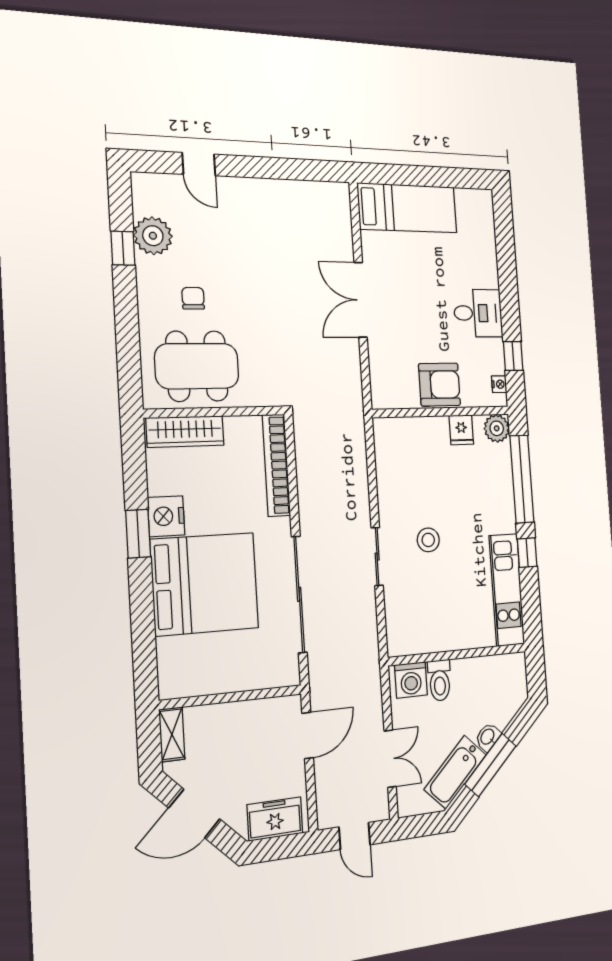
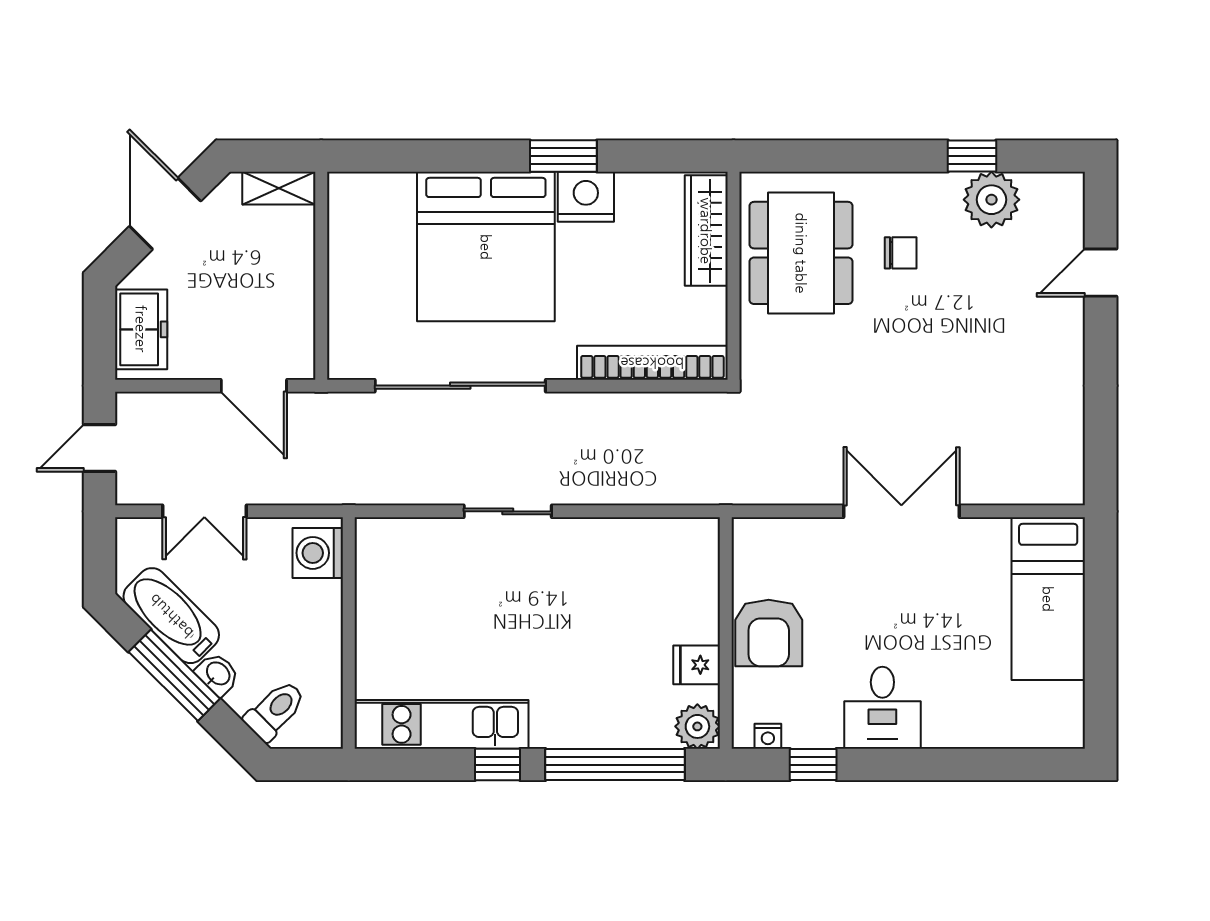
stool: (428, 540) -> (528, 597), removed
toilet: (440, 680) -> (275, 710), moved, turned 135

